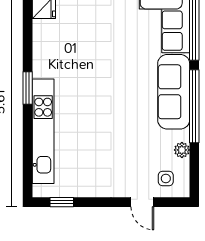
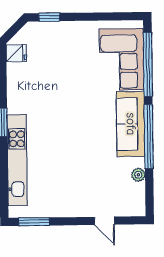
side table: (166, 178) -> (125, 200), removed
window: (62, 202) -> (34, 222), width x1.50

